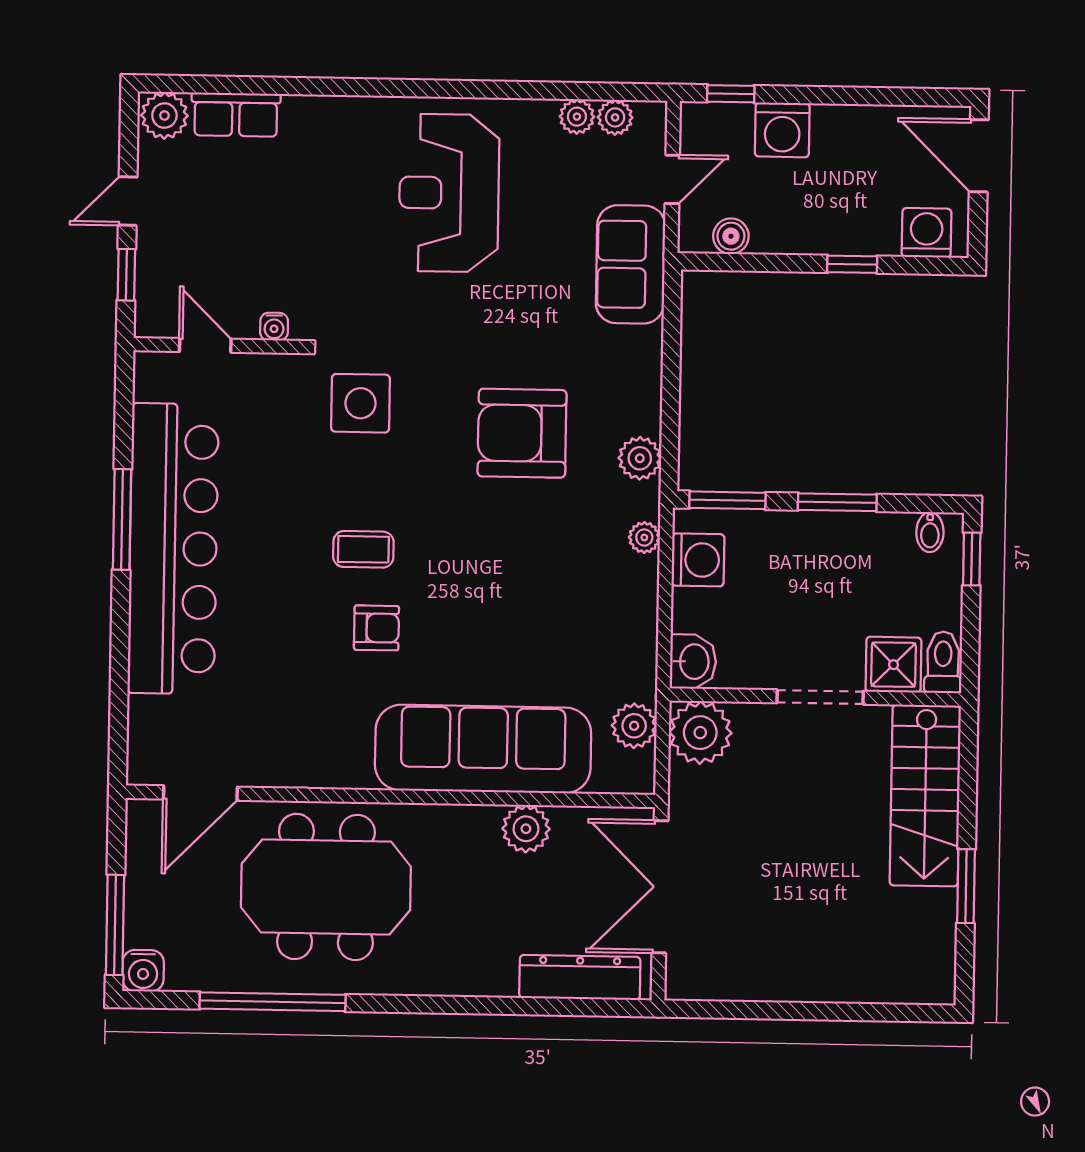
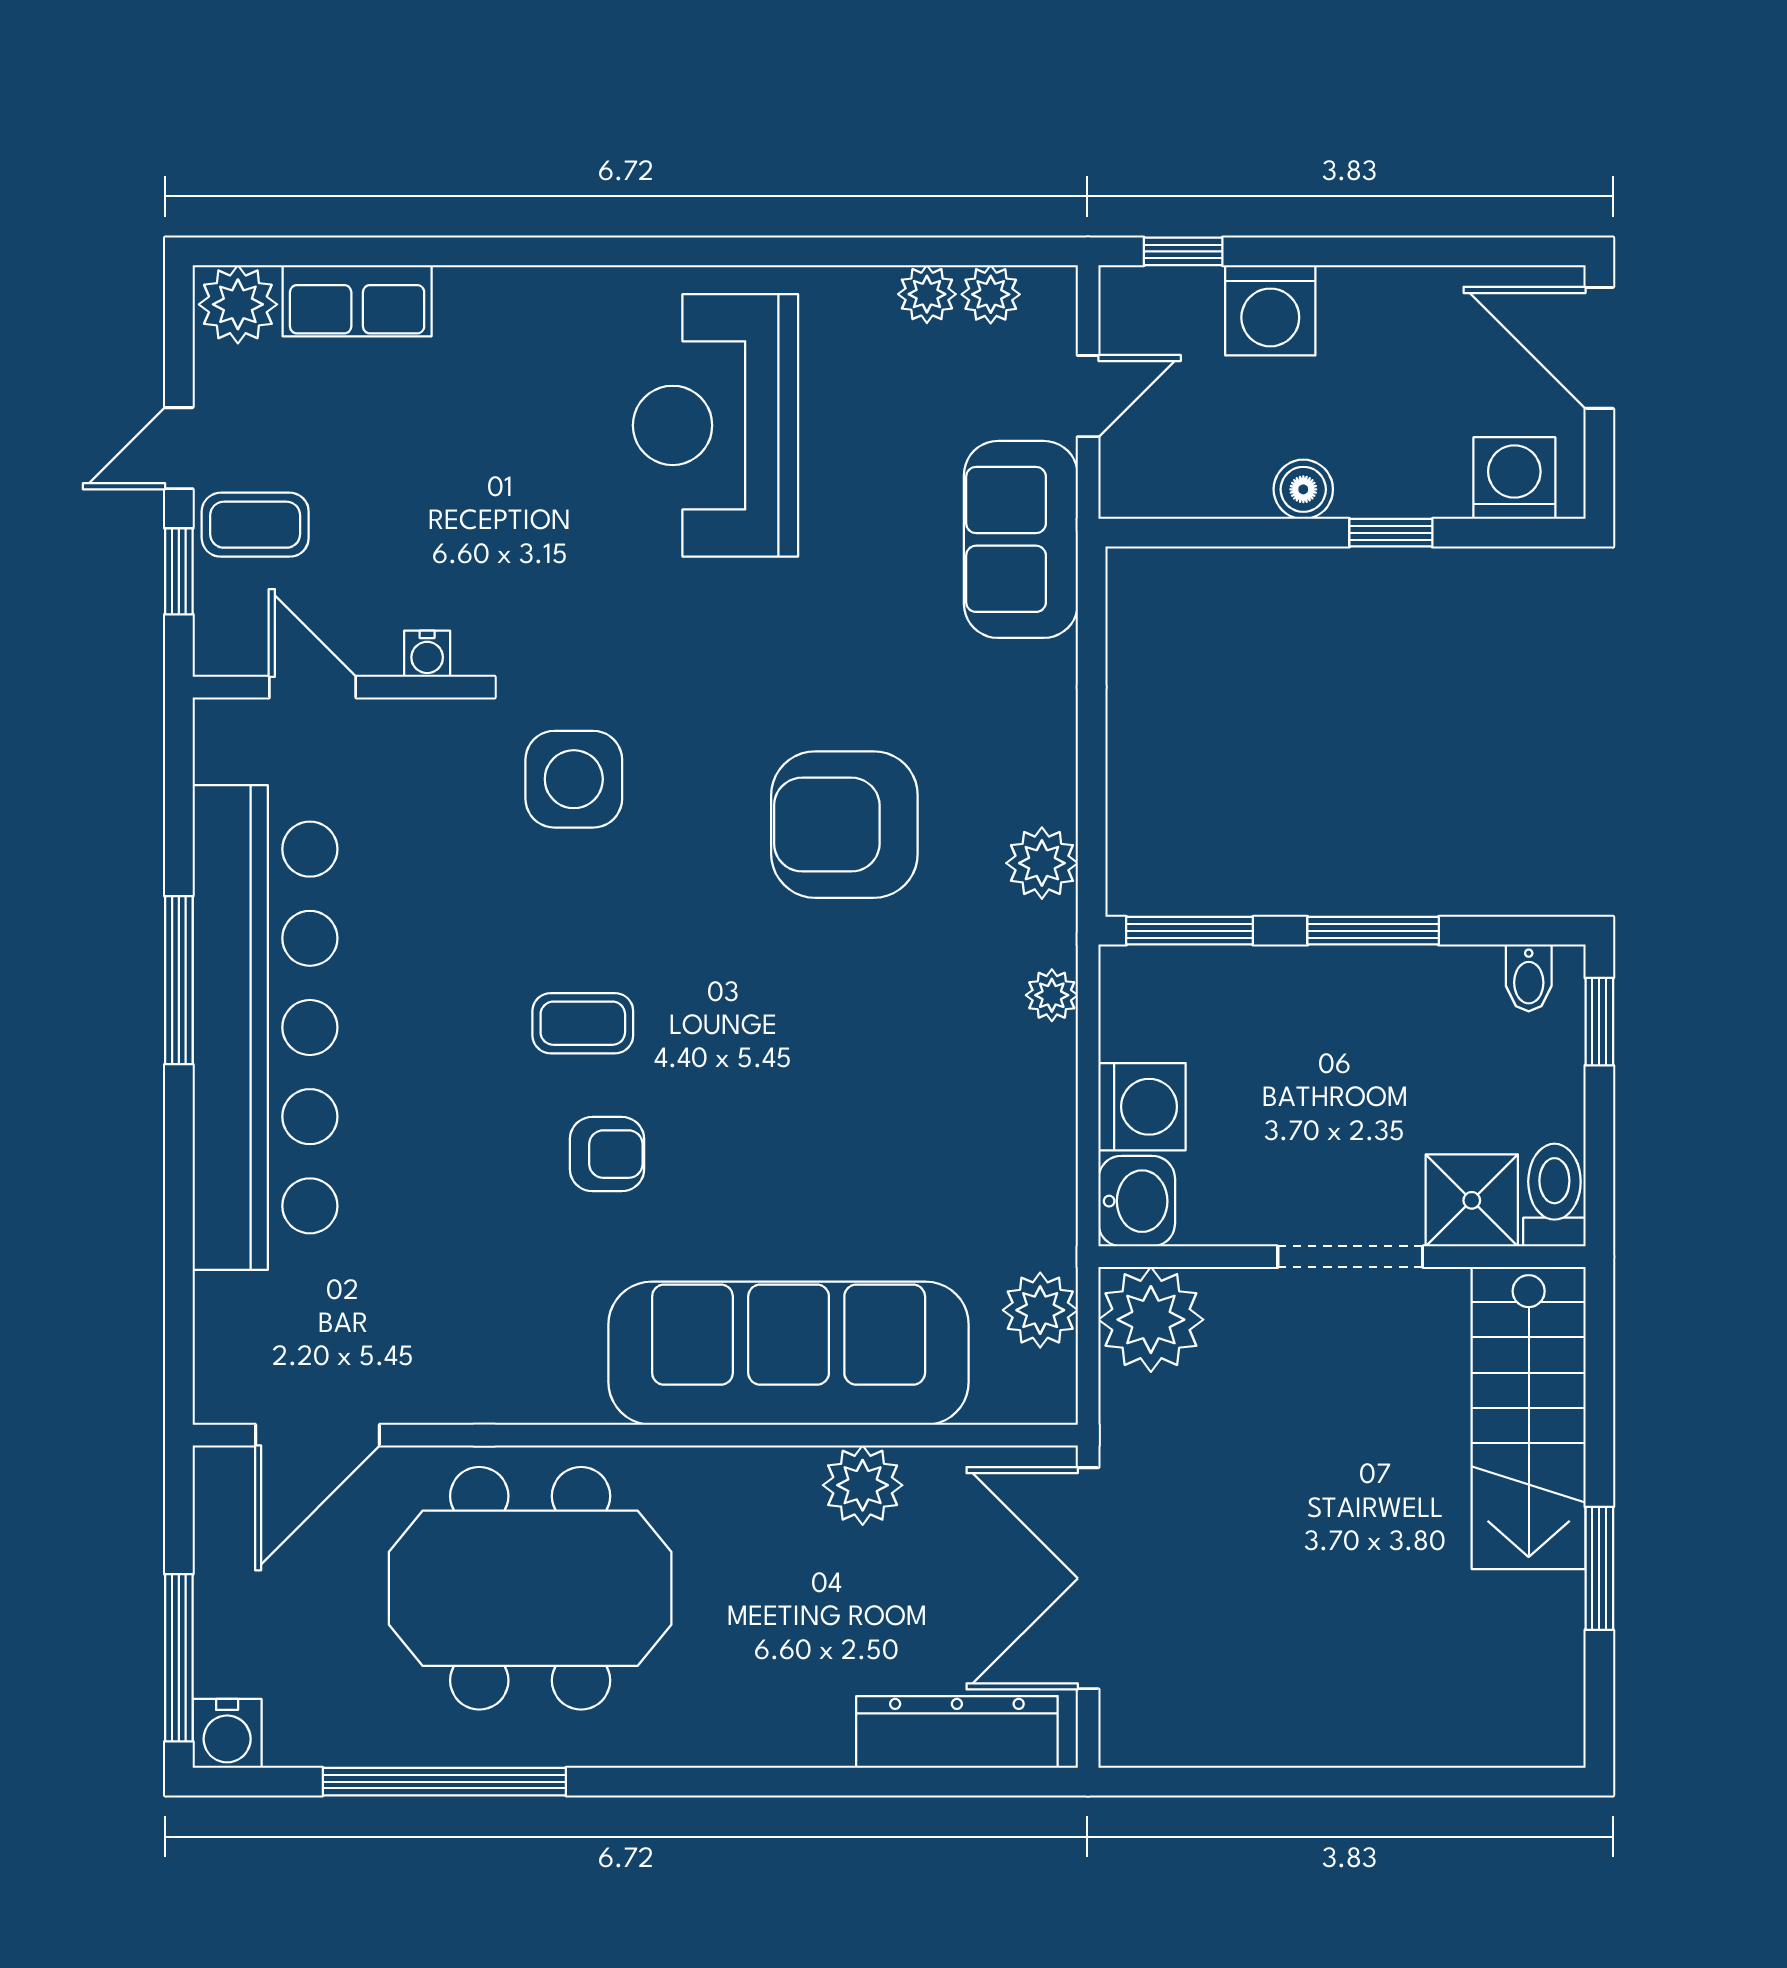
boiler: (731, 236) -> (1303, 489), moved
coffee table: (172, 248) -> (255, 525), added
washing machine: (698, 560) -> (1142, 1107), moved

